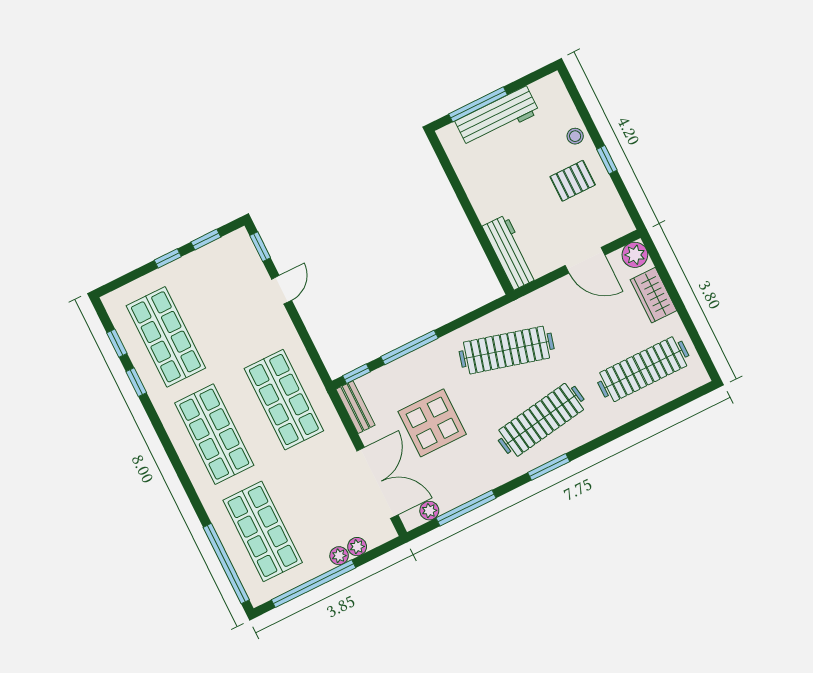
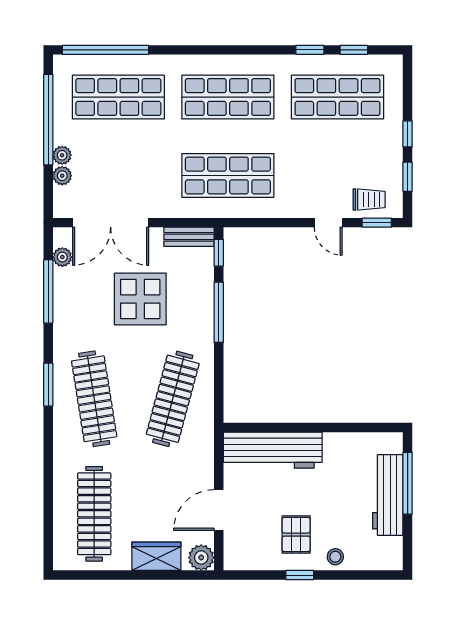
workbench: (510, 252) -> (273, 450), width x1.36, depth x1.32
trolley: (243, 264) -> (369, 200), added

